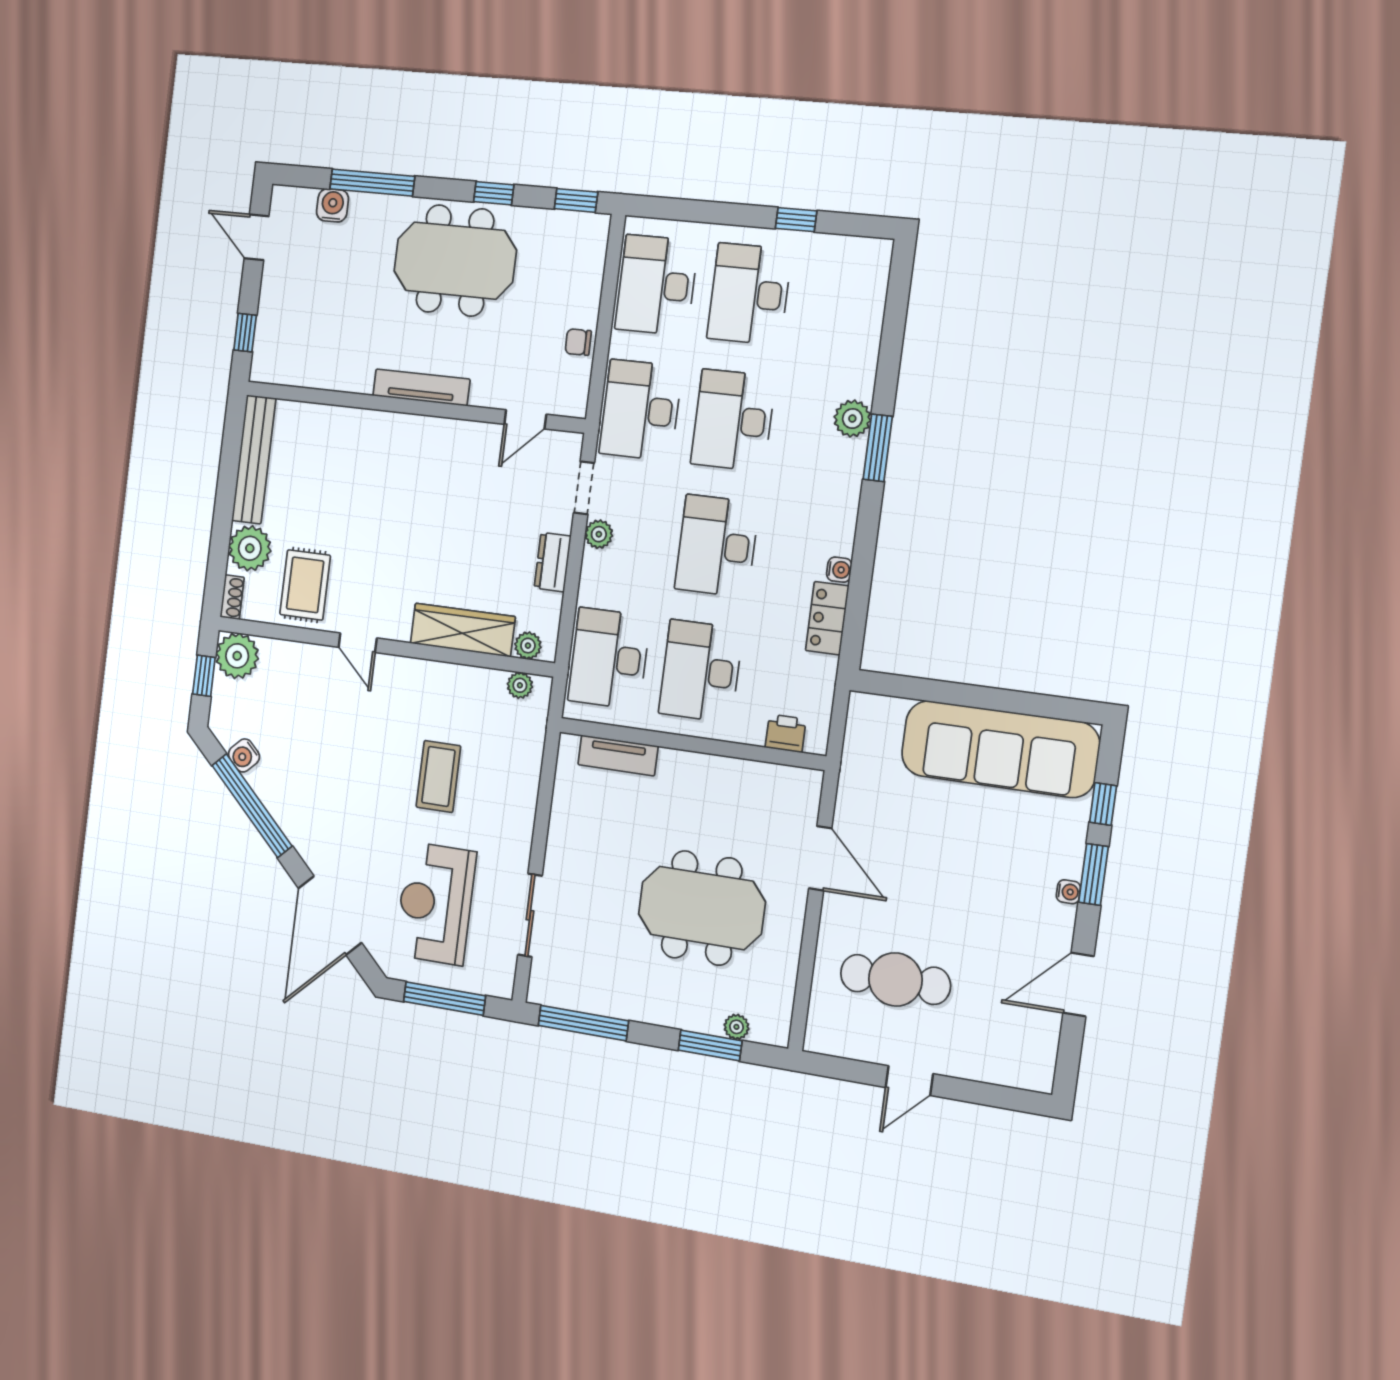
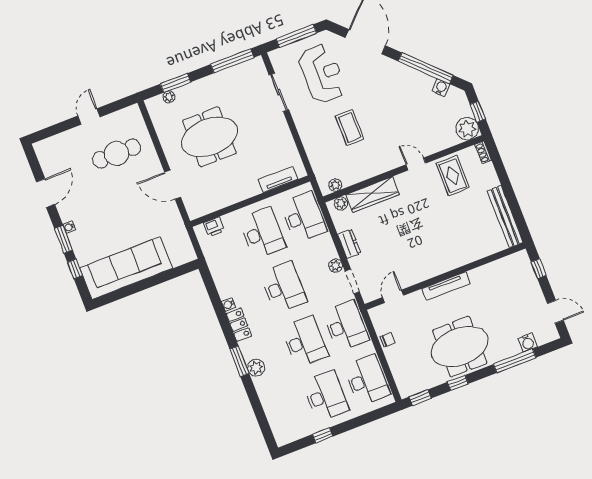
plant: (250, 548) -> (486, 178), removed
locker: (827, 618) -> (239, 325), moved

